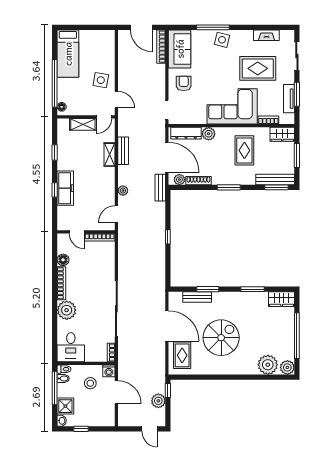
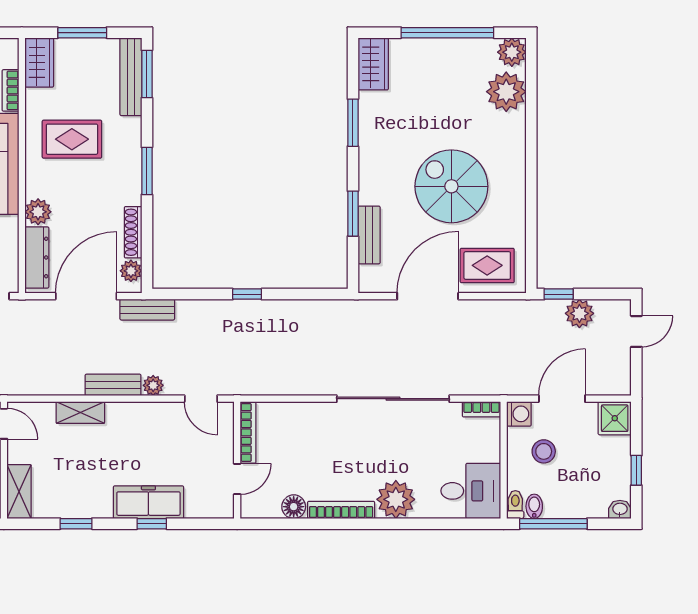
shelving: (83, 124) -> (19, 492), moved
bench: (123, 151) -> (113, 385), moved
shower: (65, 406) -> (615, 418), moved

